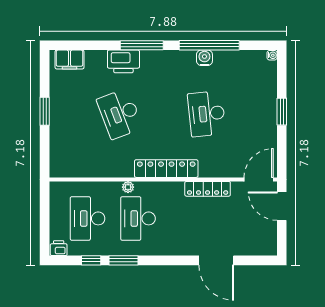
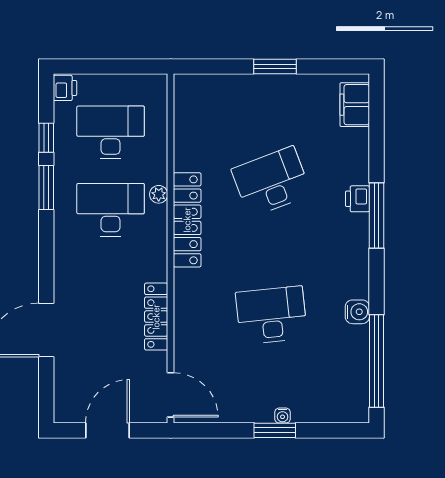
window: (209, 45) -> (377, 361), moved
water cooler: (272, 55) -> (283, 416), moved
printer: (123, 61) -> (357, 199), width x0.53, depth x0.68
locker: (166, 169) -> (187, 220), moved
door: (282, 206) -> (107, 430), moved

